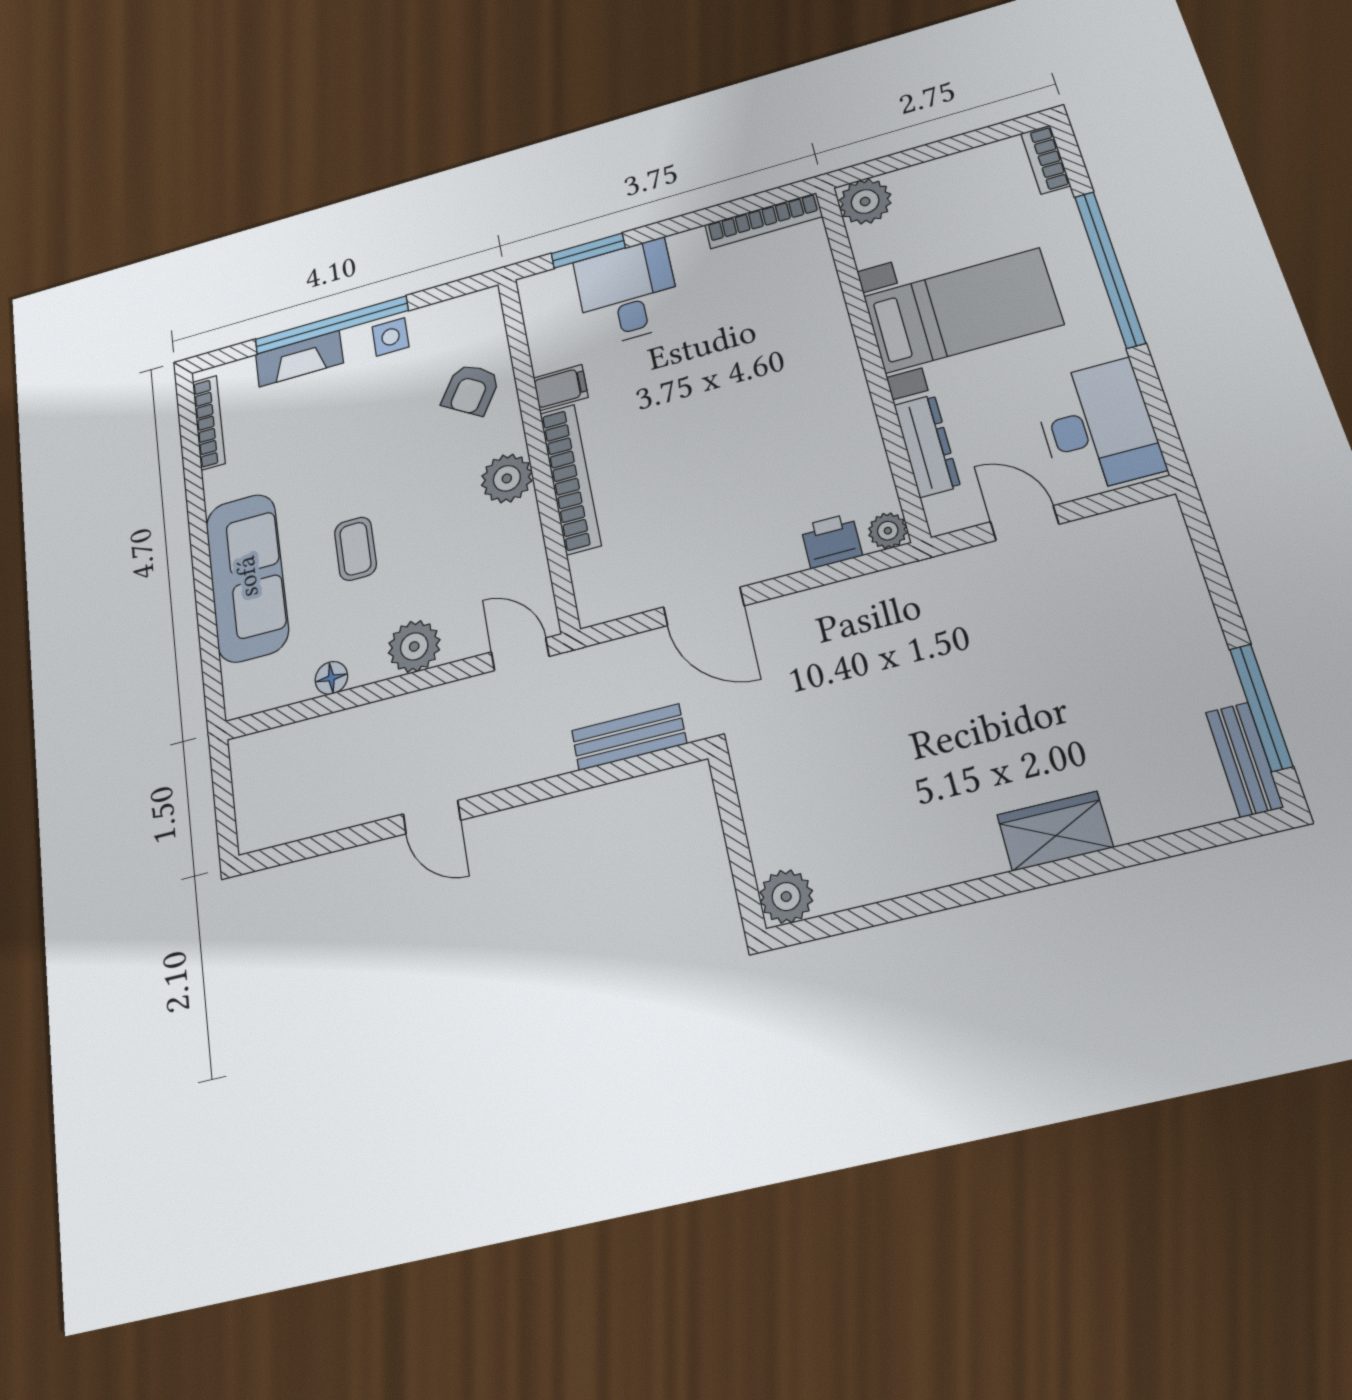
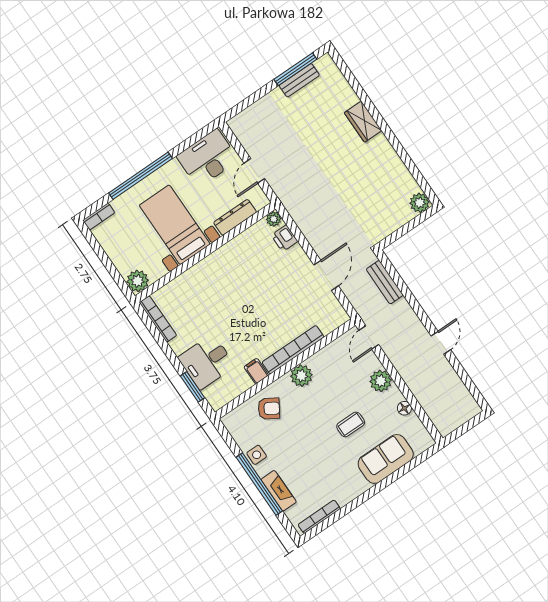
sofa: (247, 577) -> (386, 459), width x0.73
bench: (1244, 760) -> (299, 80), moved

